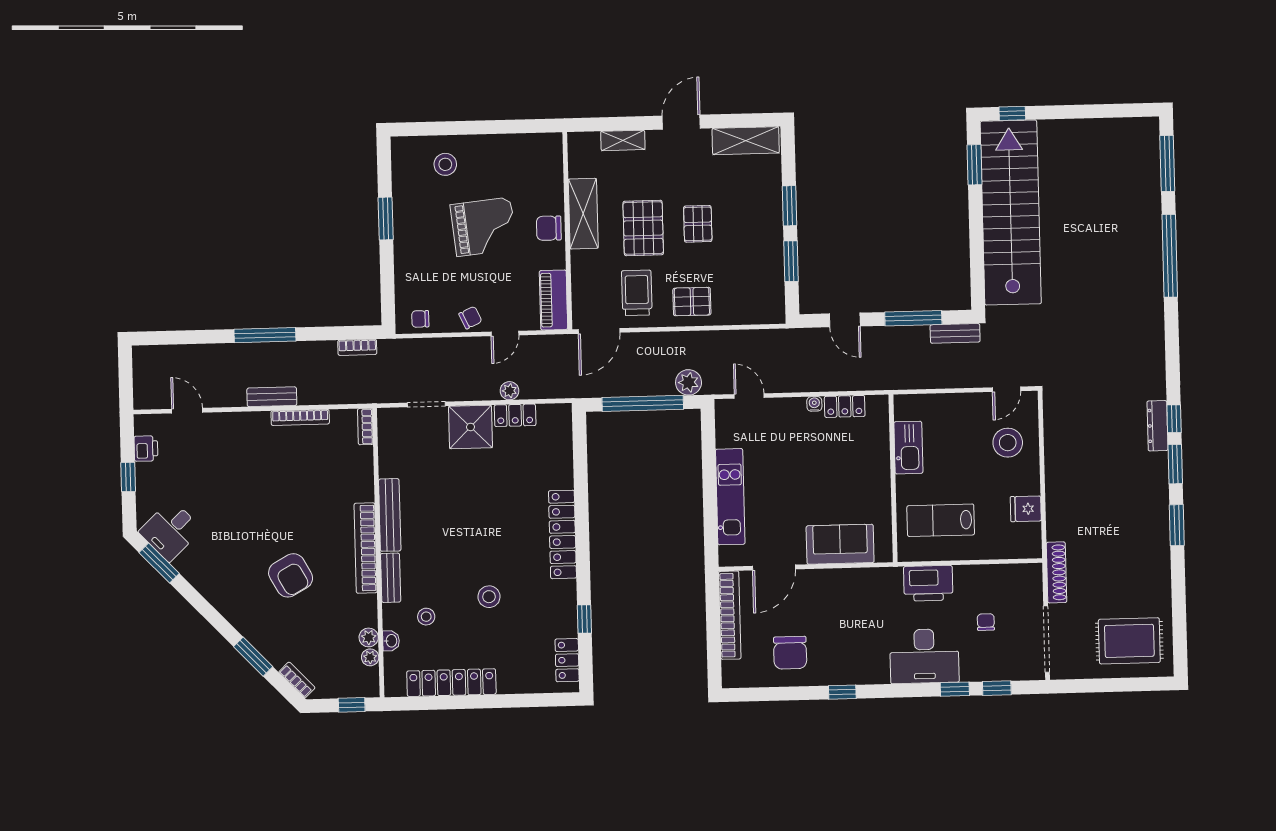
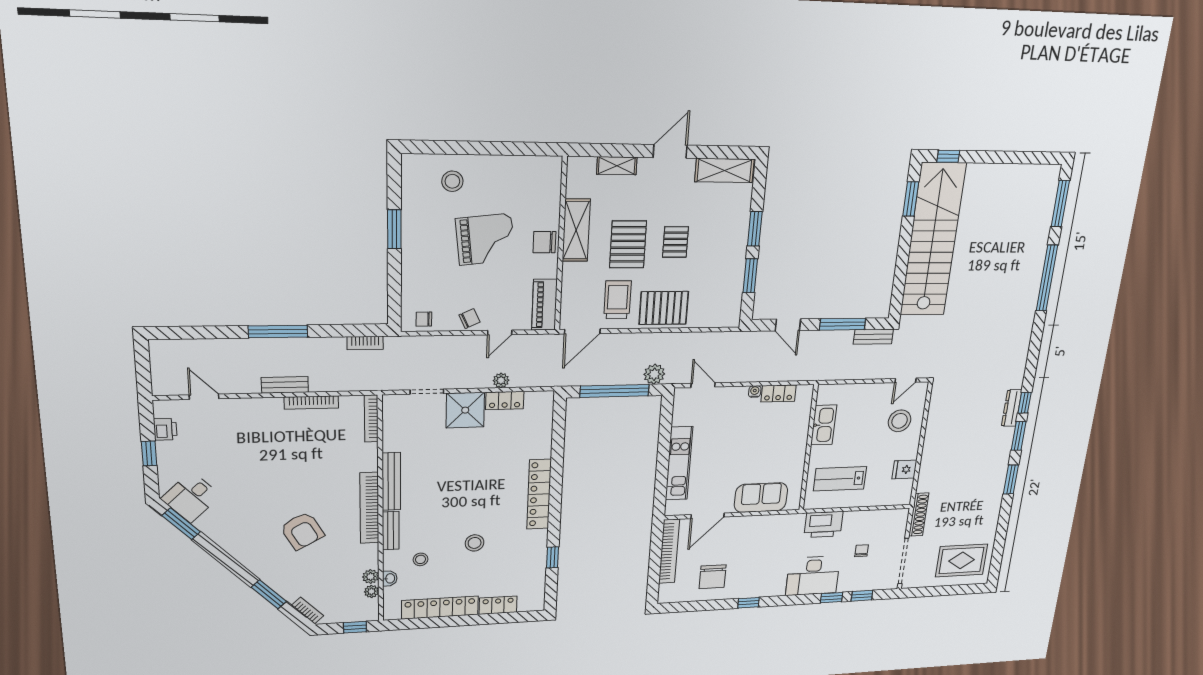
pallet: (692, 302) -> (664, 308), width x1.50, depth x1.42
bookcase: (365, 427) -> (371, 419), width x1.56
locker: (567, 660) -> (498, 605), moved, turned 90

